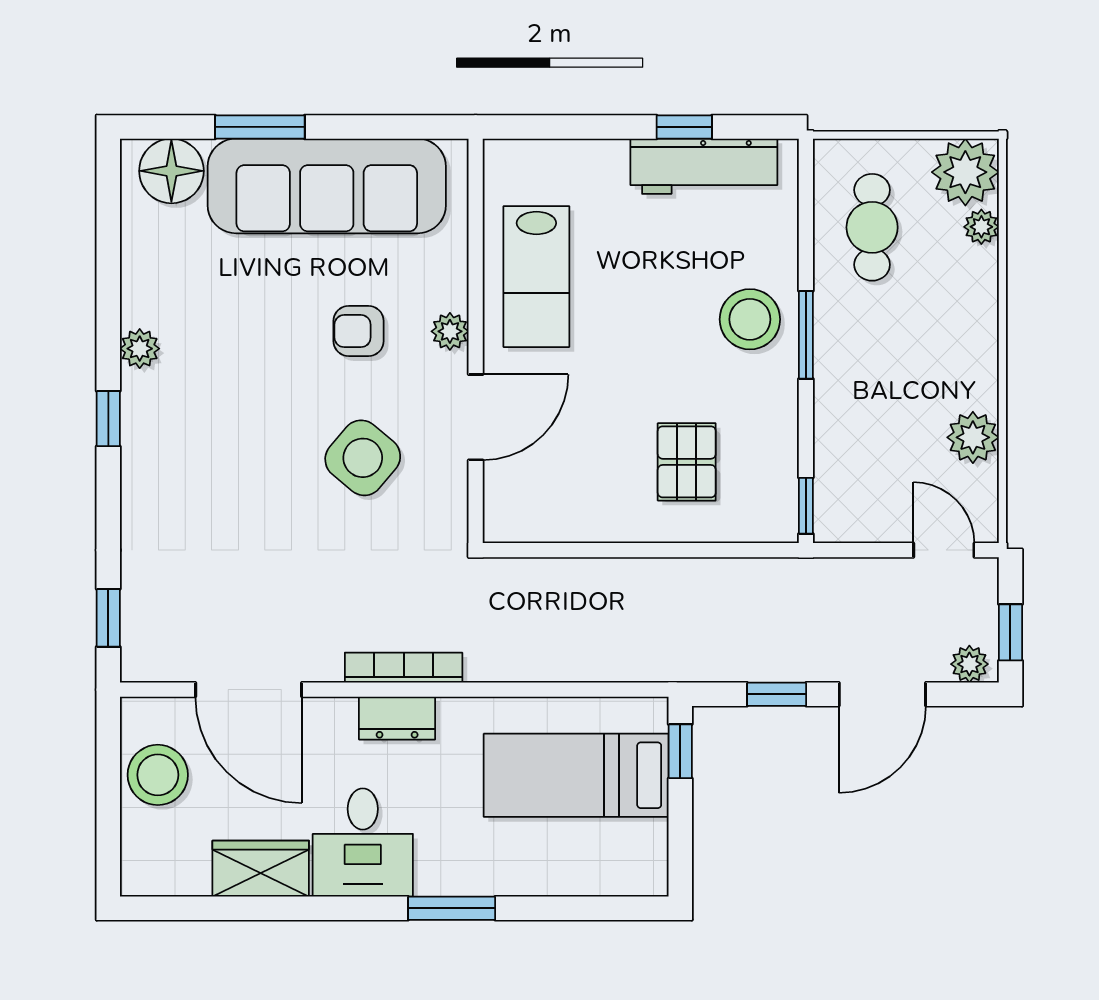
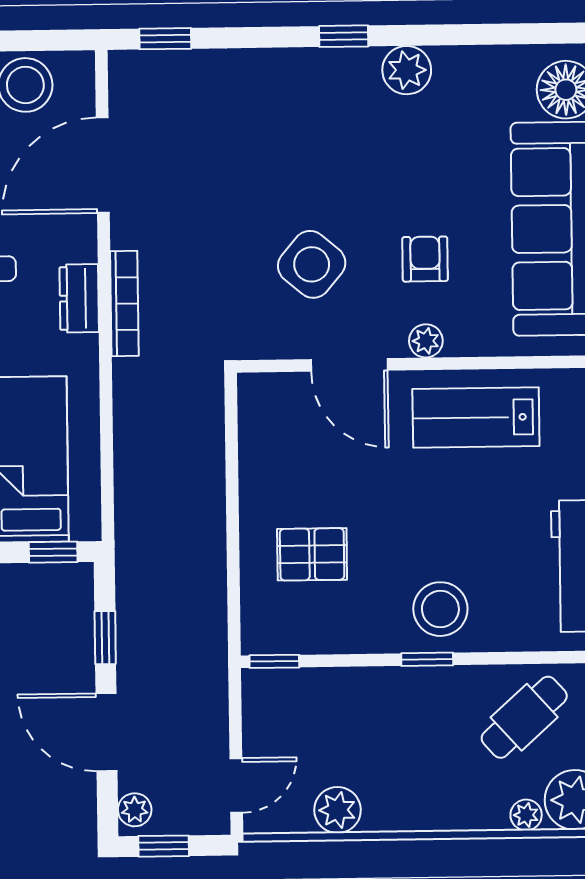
cafe table: (872, 227) -> (524, 717), turned -42
window: (806, 335) -> (427, 659), width x0.67
plant: (140, 349) -> (407, 70), width x1.38, depth x1.38

